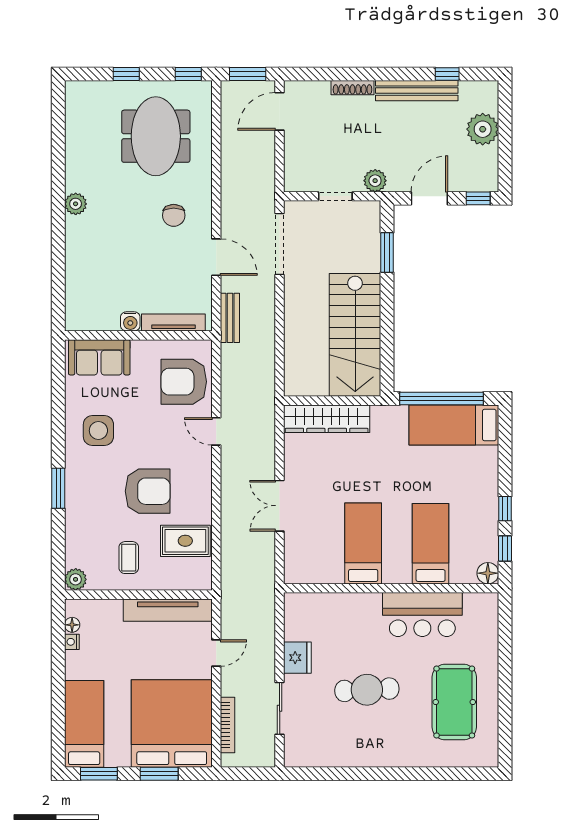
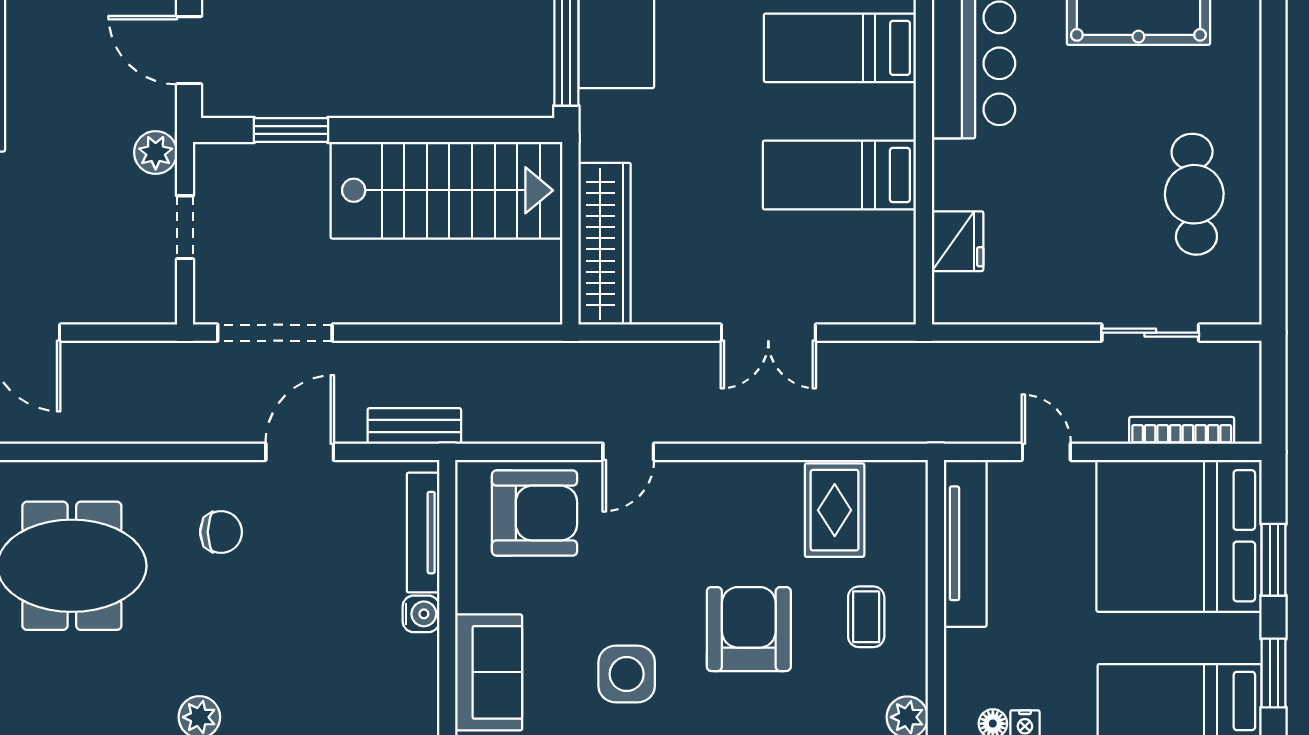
armchair: (184, 382) -> (535, 513), turned -90
armchair: (148, 491) -> (749, 629), moved
coffee table: (129, 558) -> (866, 617), turned 90
fridge: (297, 658) -> (958, 241), moved, turned 90
cafe table: (367, 690) -> (1194, 194), moved

